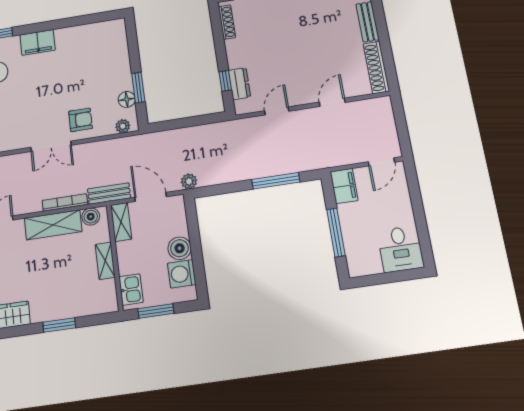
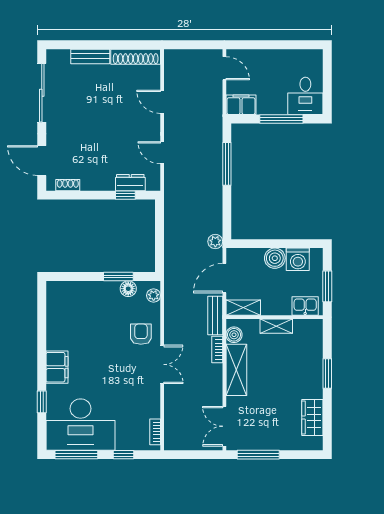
shoe rack: (227, 22) -> (68, 185), width x0.70
bookcase: (65, 202) -> (217, 350), width x0.64
desk: (400, 249) -> (305, 96), moved, turned 90

